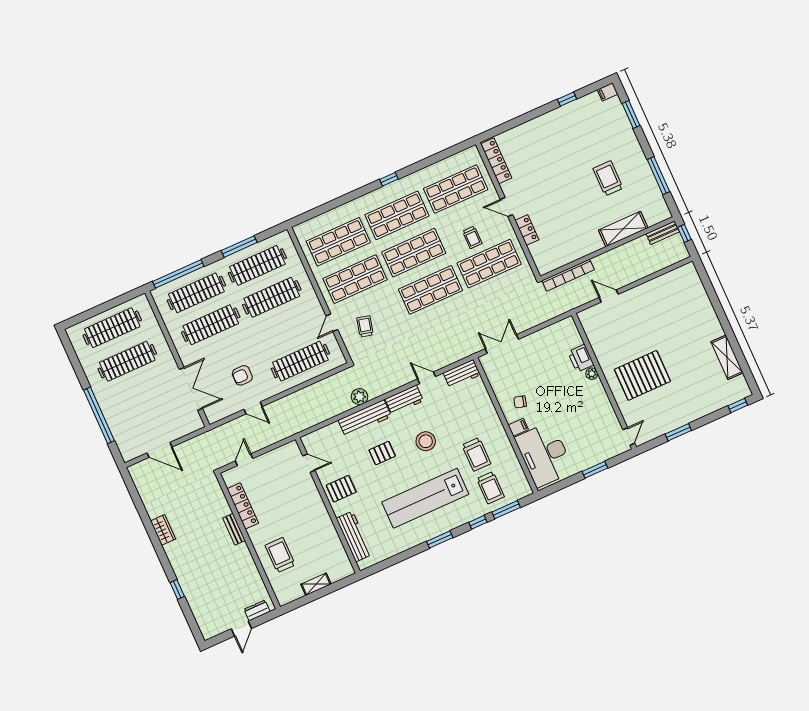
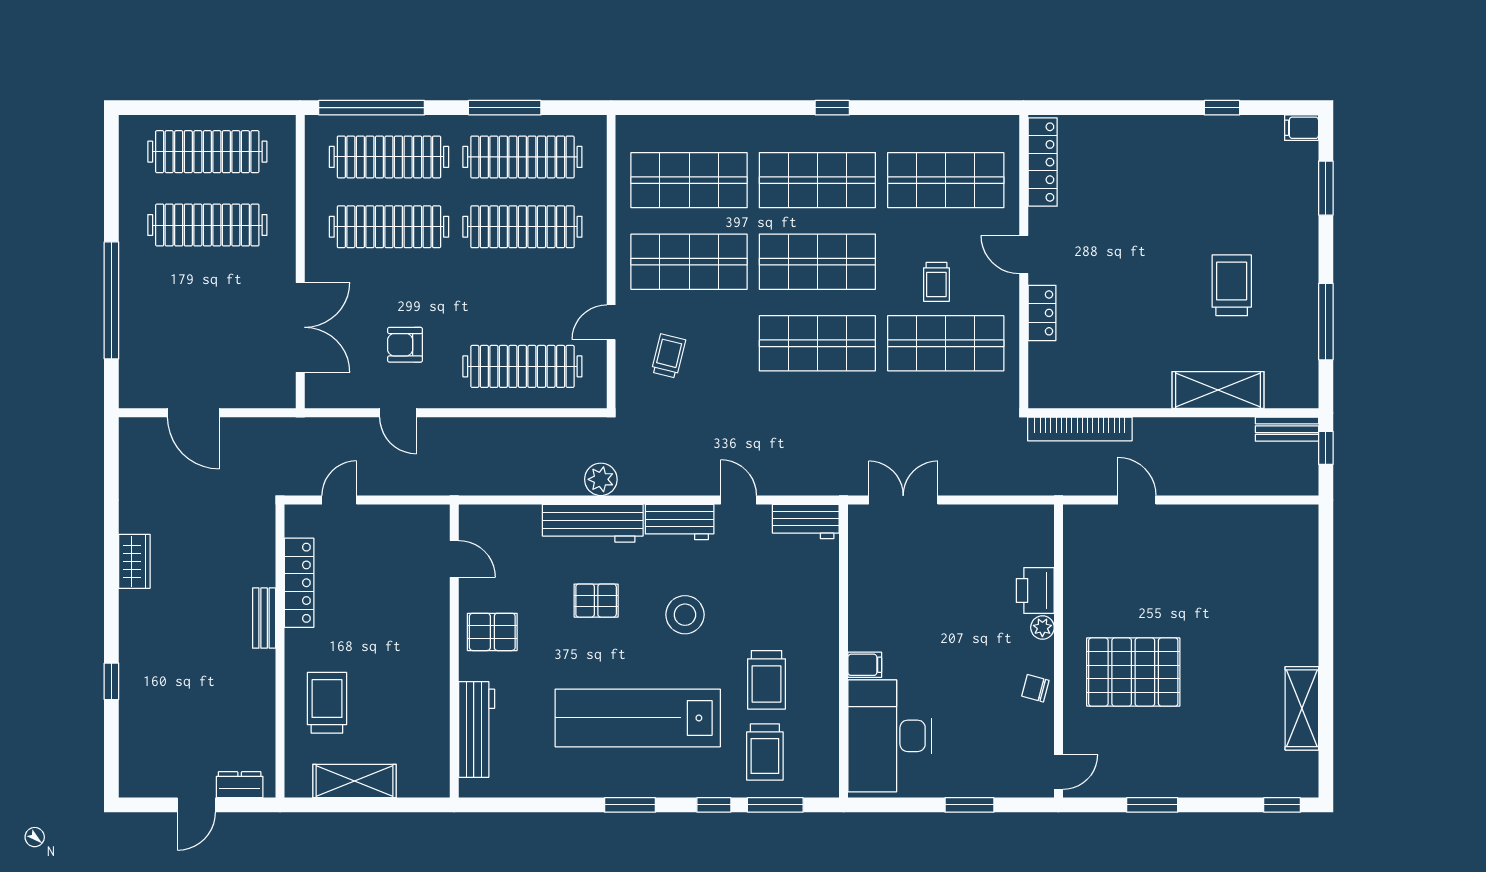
chair: (520, 402) -> (1035, 688), moved
shelving: (316, 584) -> (354, 781), width x1.50, depth x1.33

